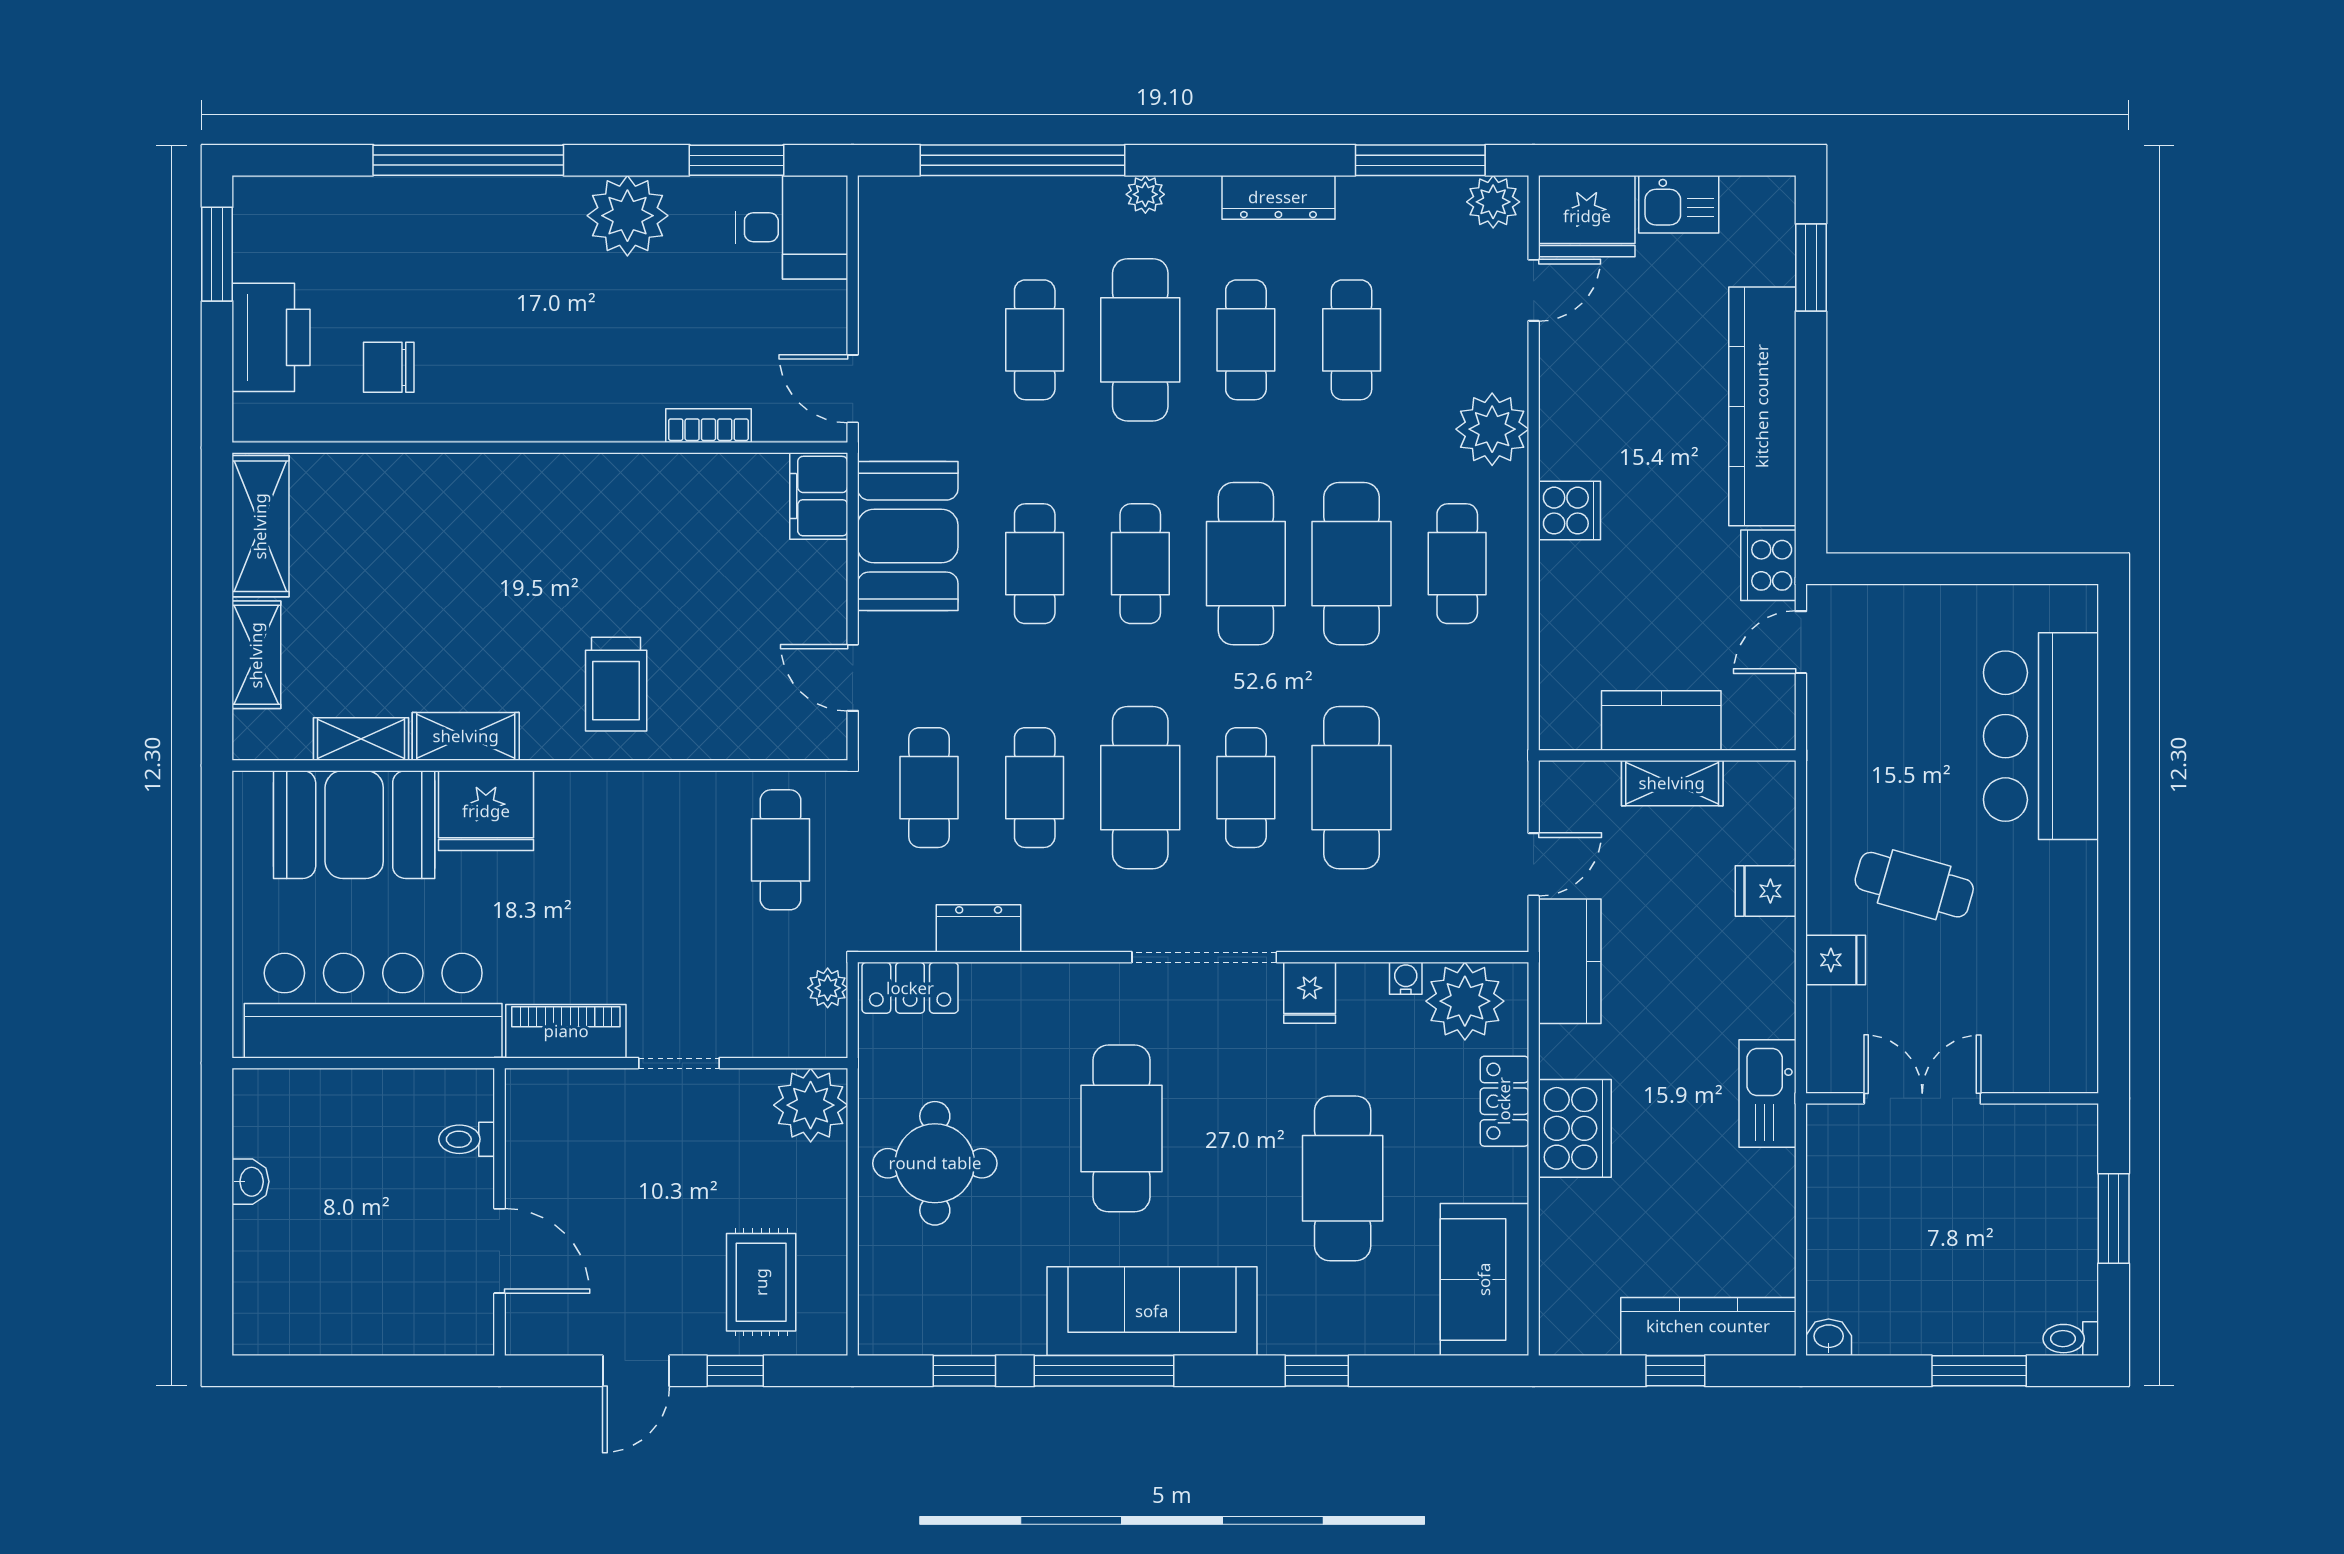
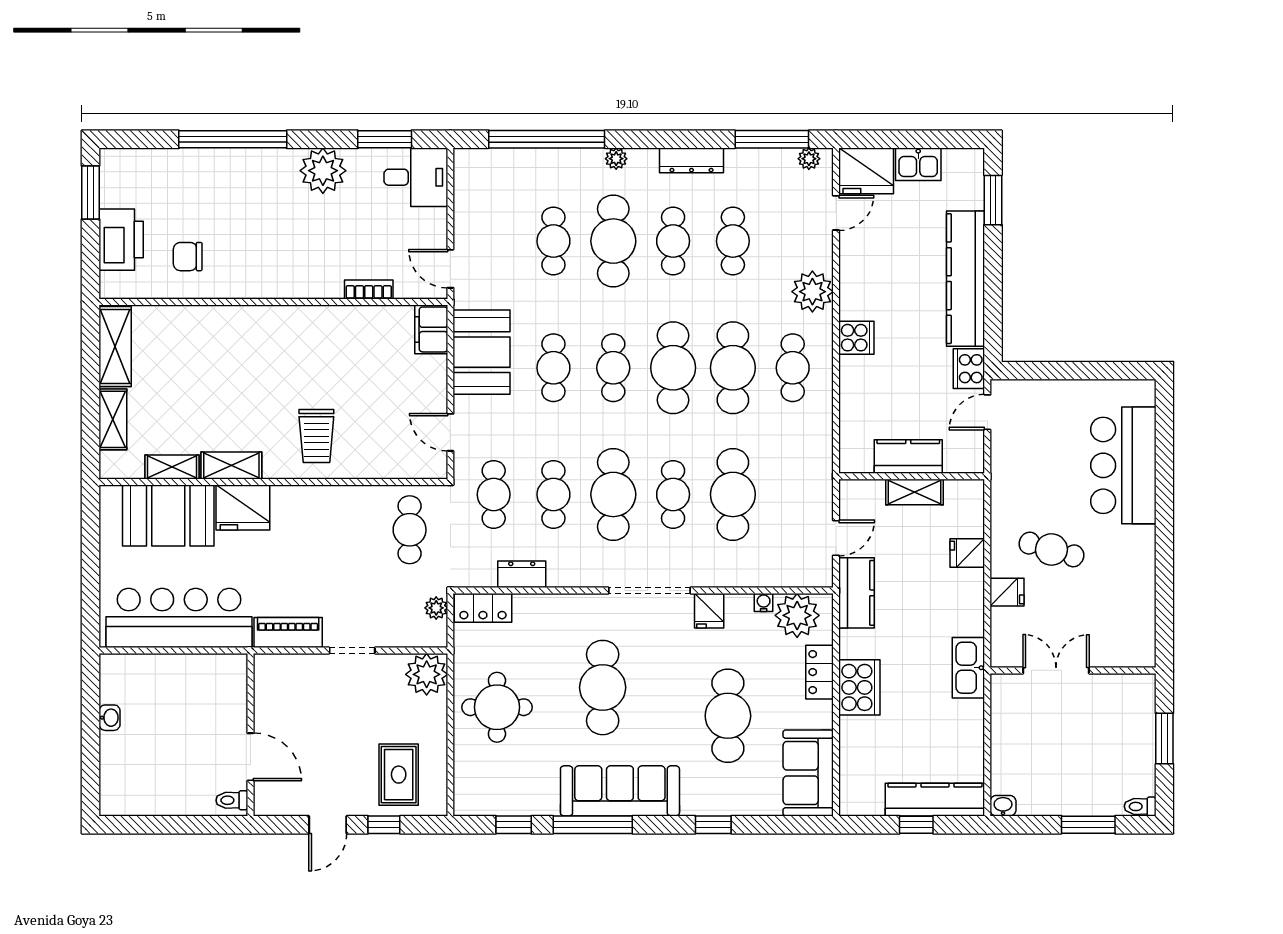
plant: (1493, 202) -> (809, 159), width x0.73, depth x0.73
toilet: (467, 1139) -> (232, 800), moved

